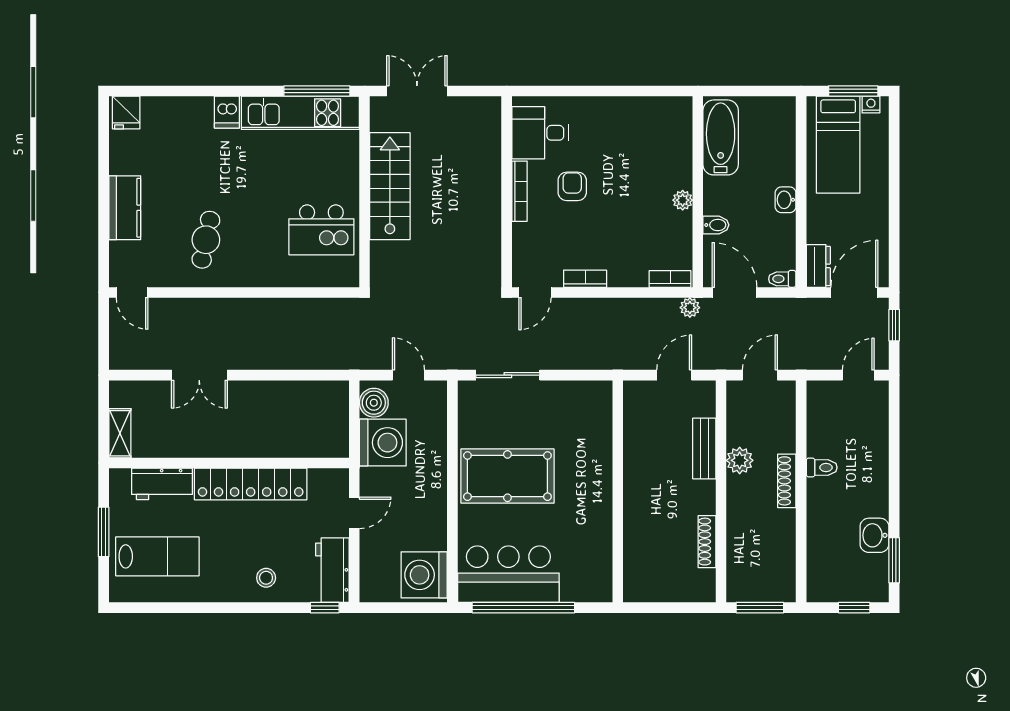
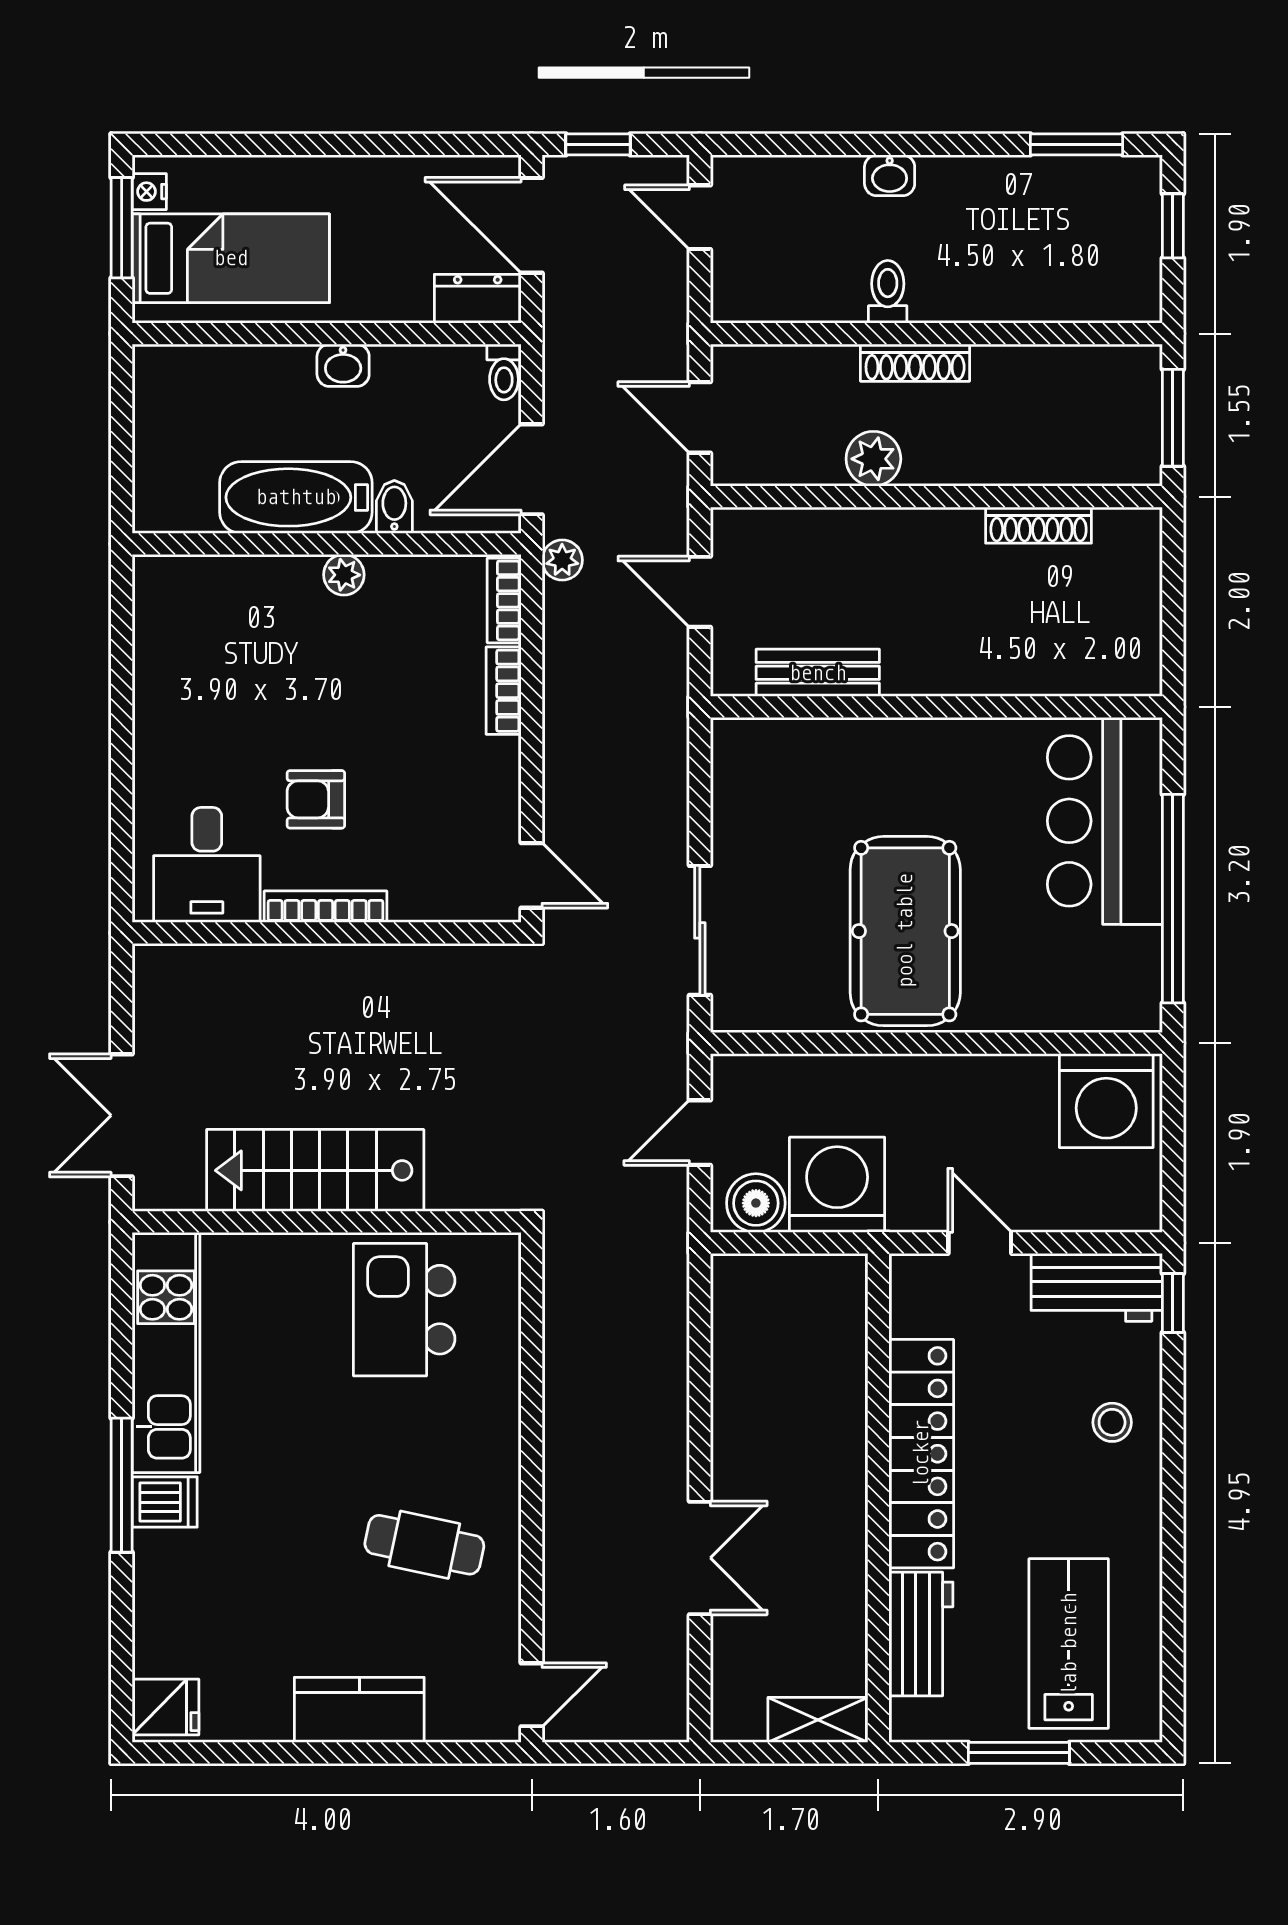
window: (317, 91) -> (122, 1485), moved
bathtub: (721, 137) -> (296, 497), moved
kitchen island: (321, 230) -> (404, 1310), turned 180
bookcase: (585, 279) -> (504, 691), moved
bench: (704, 449) -> (818, 673), moved
washbasin: (874, 535) -> (890, 175), moved, width x0.72, depth x0.69
bar counter: (508, 574) -> (1105, 821), moved

